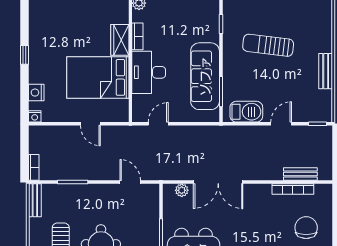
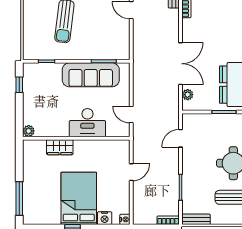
bookcase: (137, 36) -> (57, 132), removed
bed: (98, 77) -> (79, 198), moved, turned 180
barbecue: (246, 112) -> (121, 40), removed

